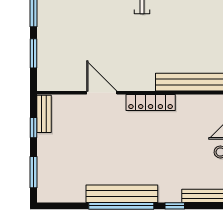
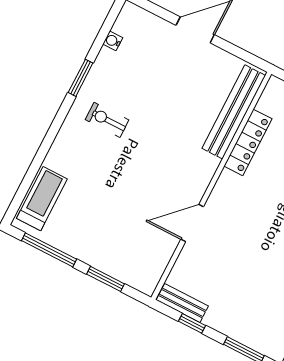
locker: (151, 102) -> (248, 142), moved

